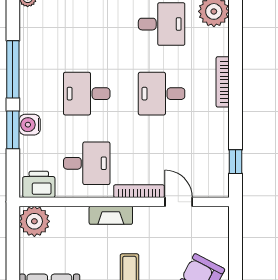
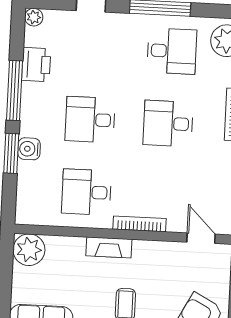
desk: (87, 163) -> (86, 192), turned 180
printer: (39, 184) -> (36, 64), moved, turned 90
door: (179, 202) -> (201, 238), moved

